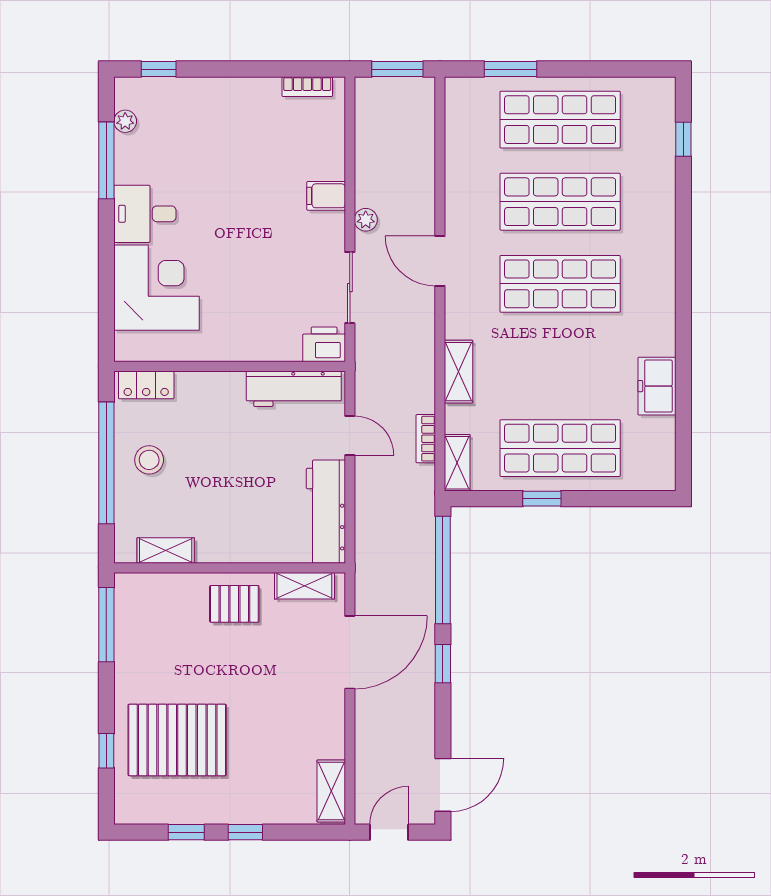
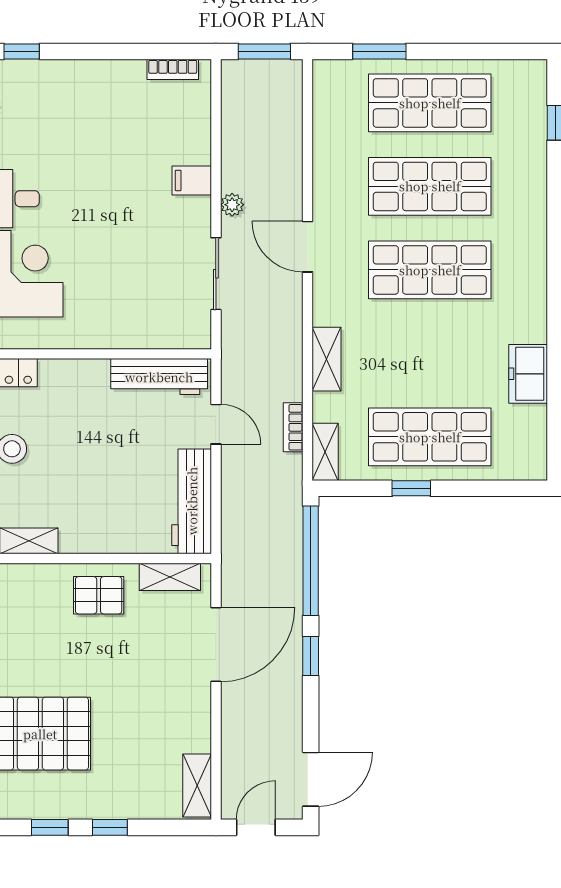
printer: (324, 344) -> (190, 331), removed

